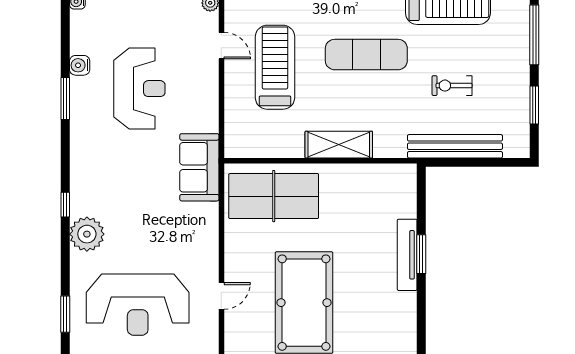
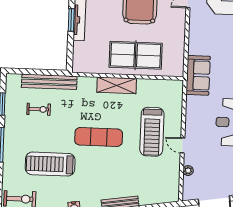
exercise bike: (452, 86) -> (39, 109), moved
table tennis table: (274, 196) -> (136, 55), moved

